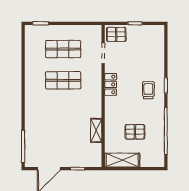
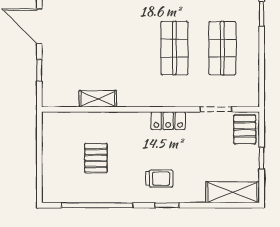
shelving: (122, 160) -> (233, 192), moved, turned 90

